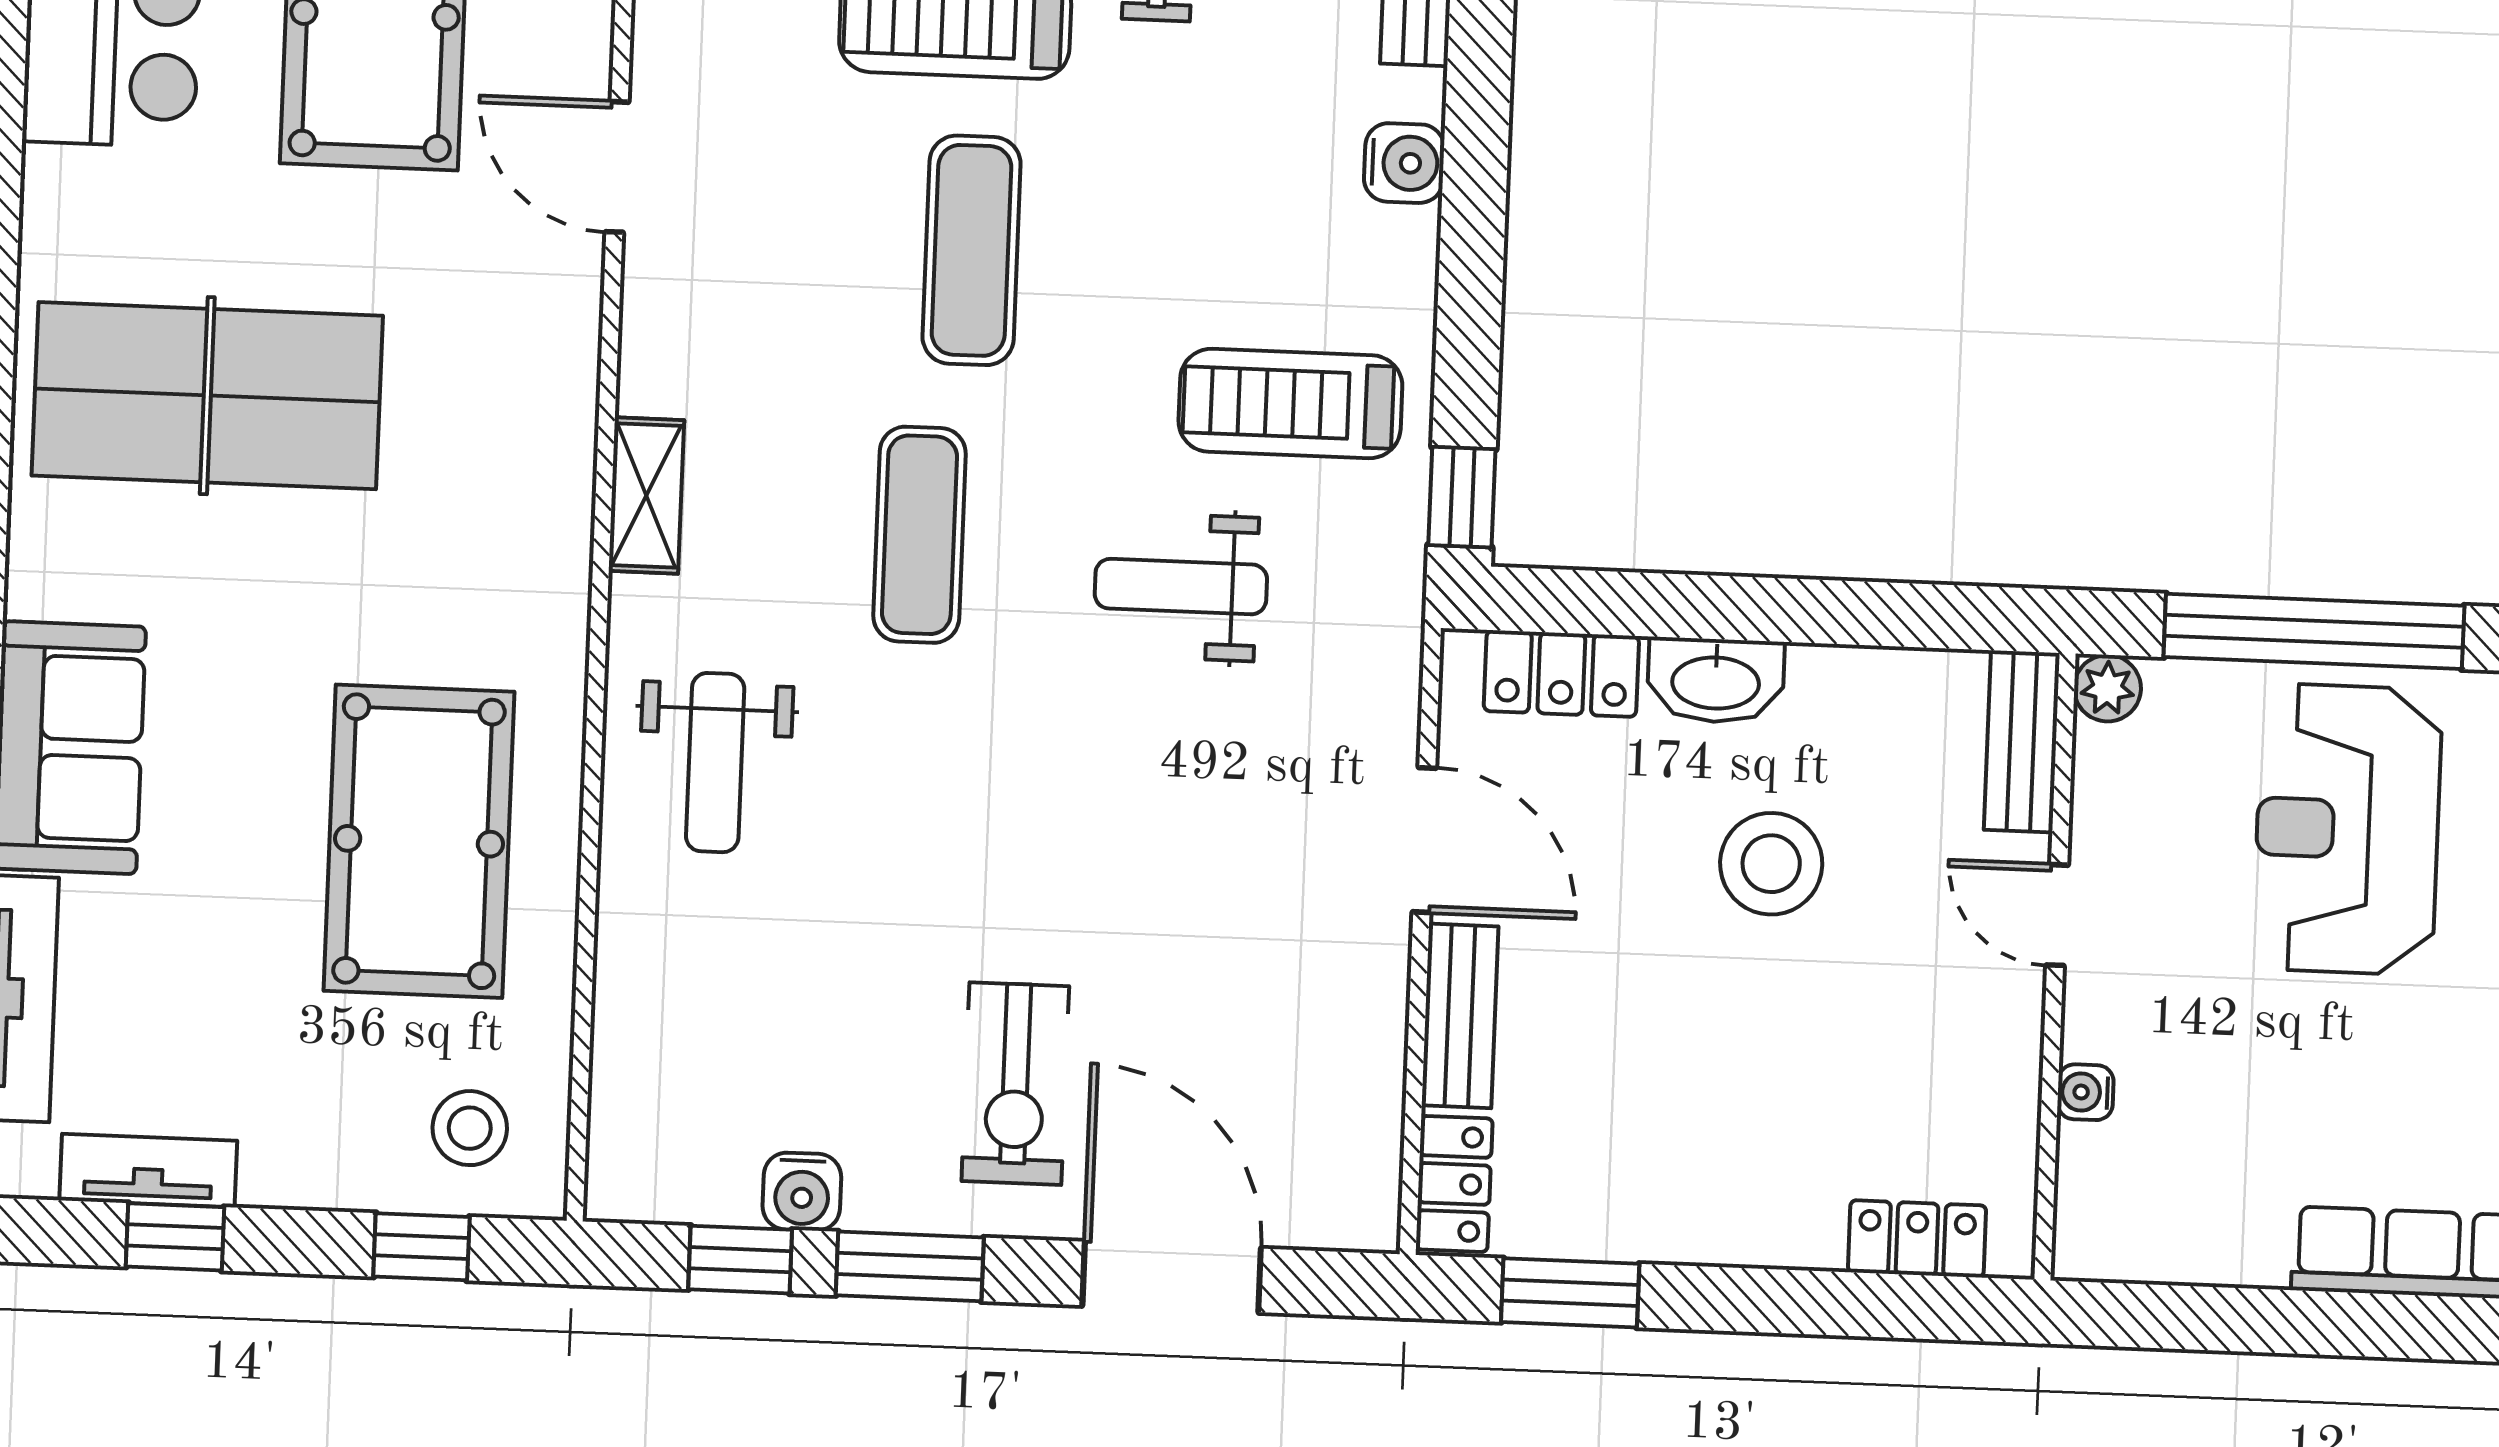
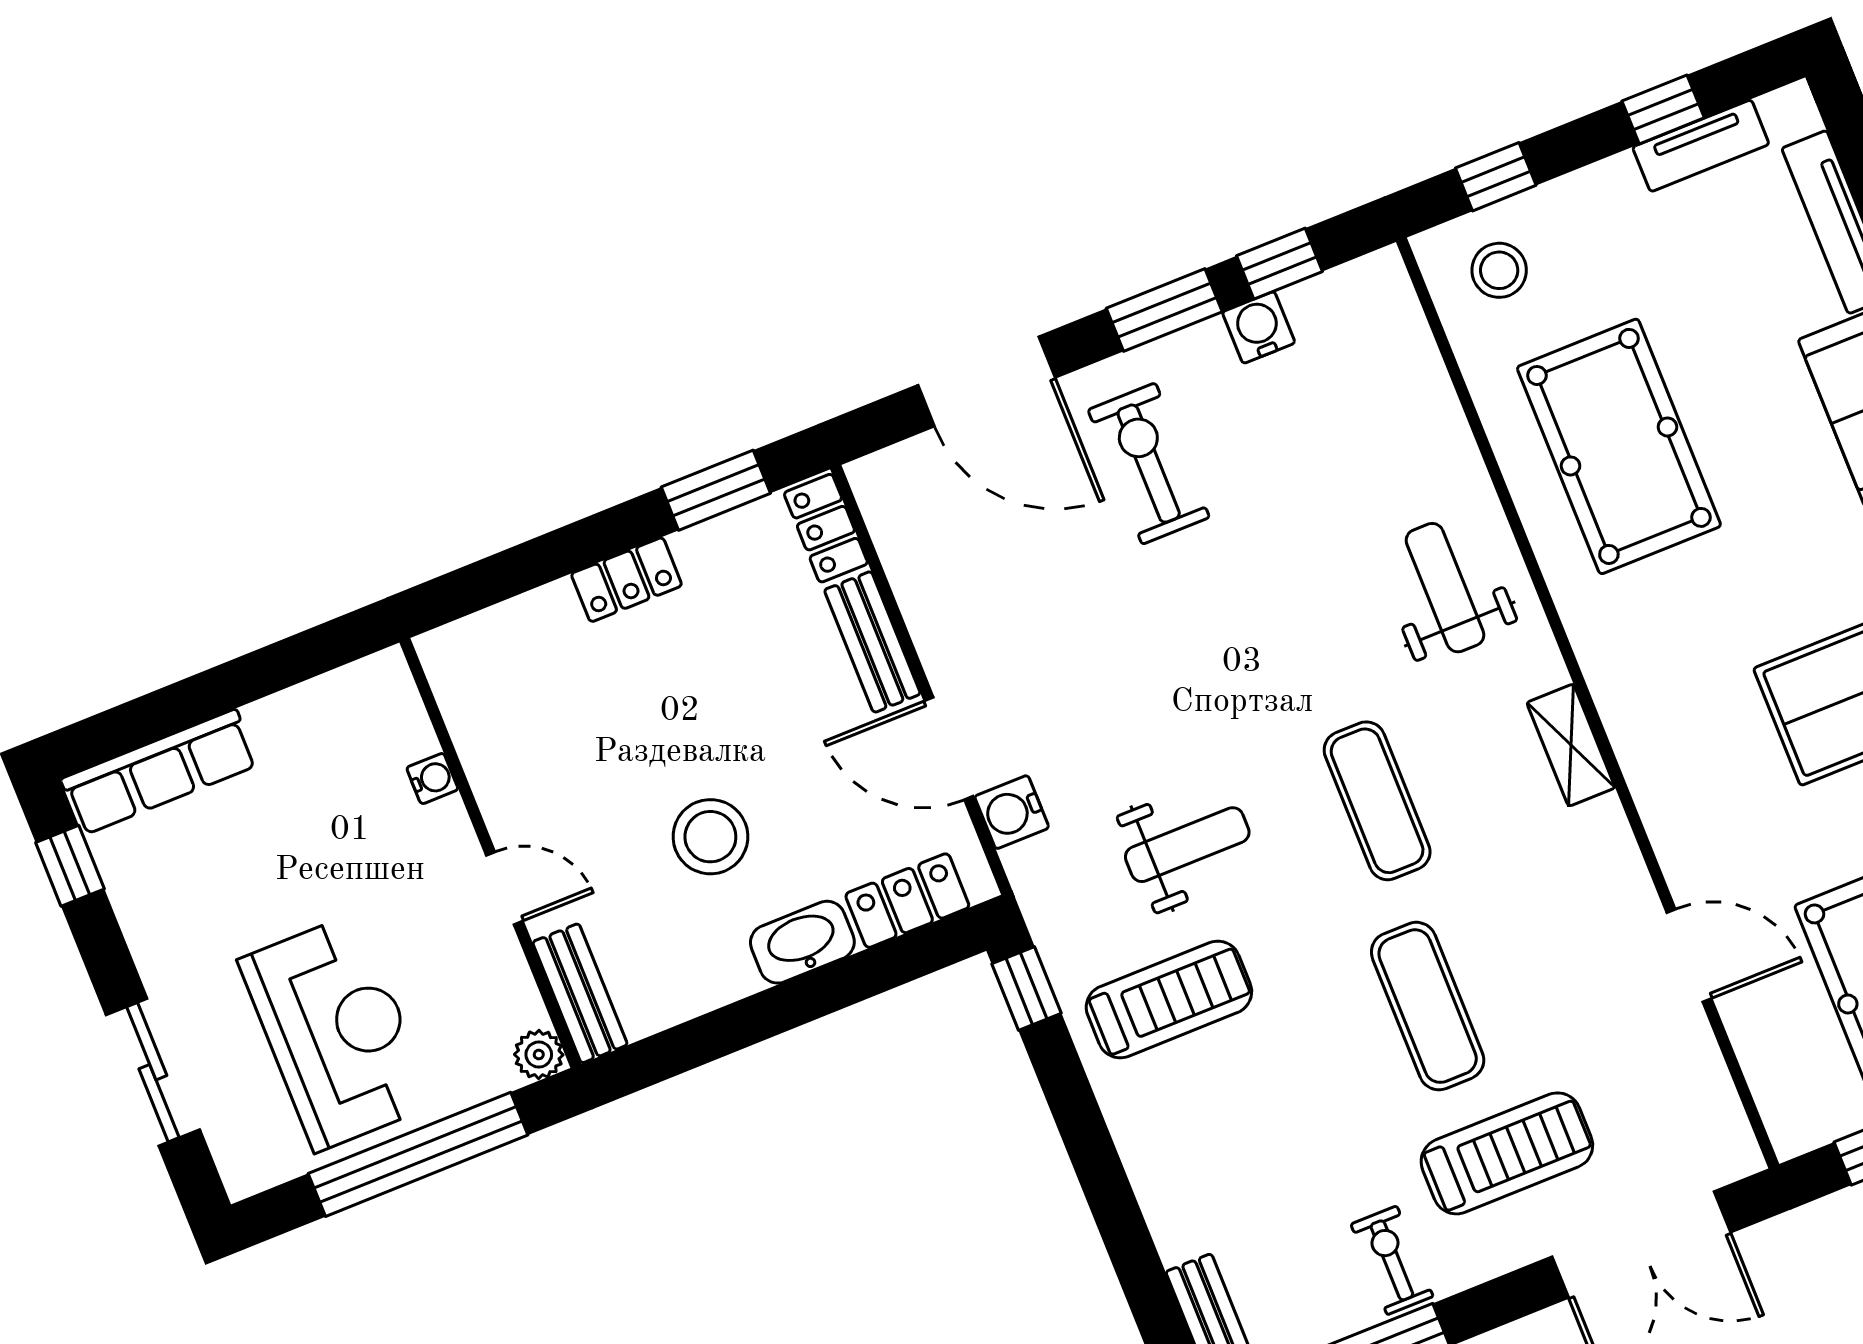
water cooler: (1404, 163) -> (1012, 812), moved
locker: (1917, 1239) -> (627, 580), moved

